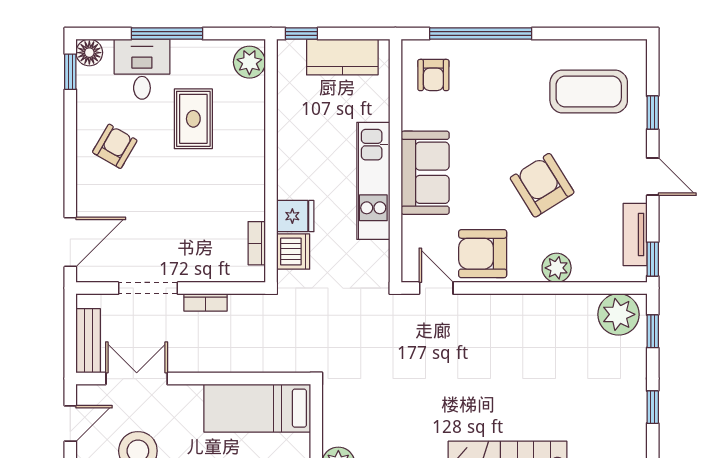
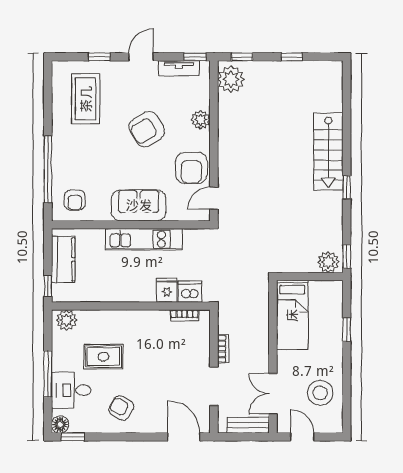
armchair: (433, 75) -> (75, 200), turned 90

